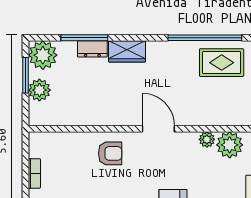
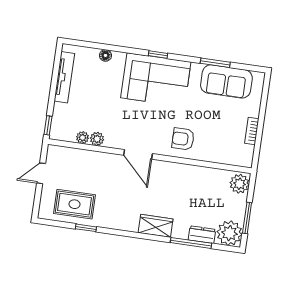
window: (205, 38) -> (86, 228), width x0.32
dresser: (92, 49) -> (202, 235), moved
plant: (39, 90) -> (240, 184), moved
plant: (230, 145) -> (83, 138), width x0.53, depth x0.53

